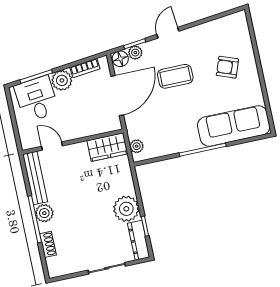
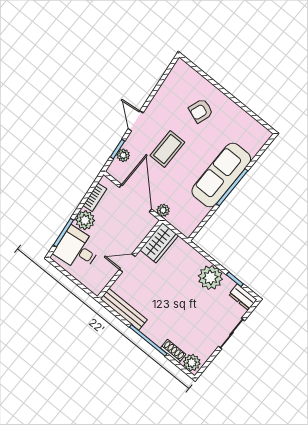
floor lamp: (120, 59) -> (116, 169), removed
sofa: (234, 126) -> (221, 175), moved
door: (52, 146) -> (127, 263), moved
plant: (137, 146) -> (163, 210), moved
plant: (44, 213) -> (192, 363), moved
dresser: (139, 240) -> (243, 297), width x0.70

